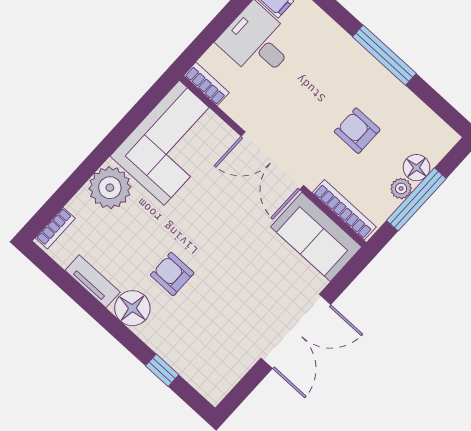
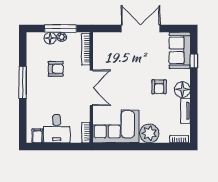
armchair: (357, 131) -> (56, 69), turned -90
sofa: (316, 237) -> (180, 50), moved, turned 180

